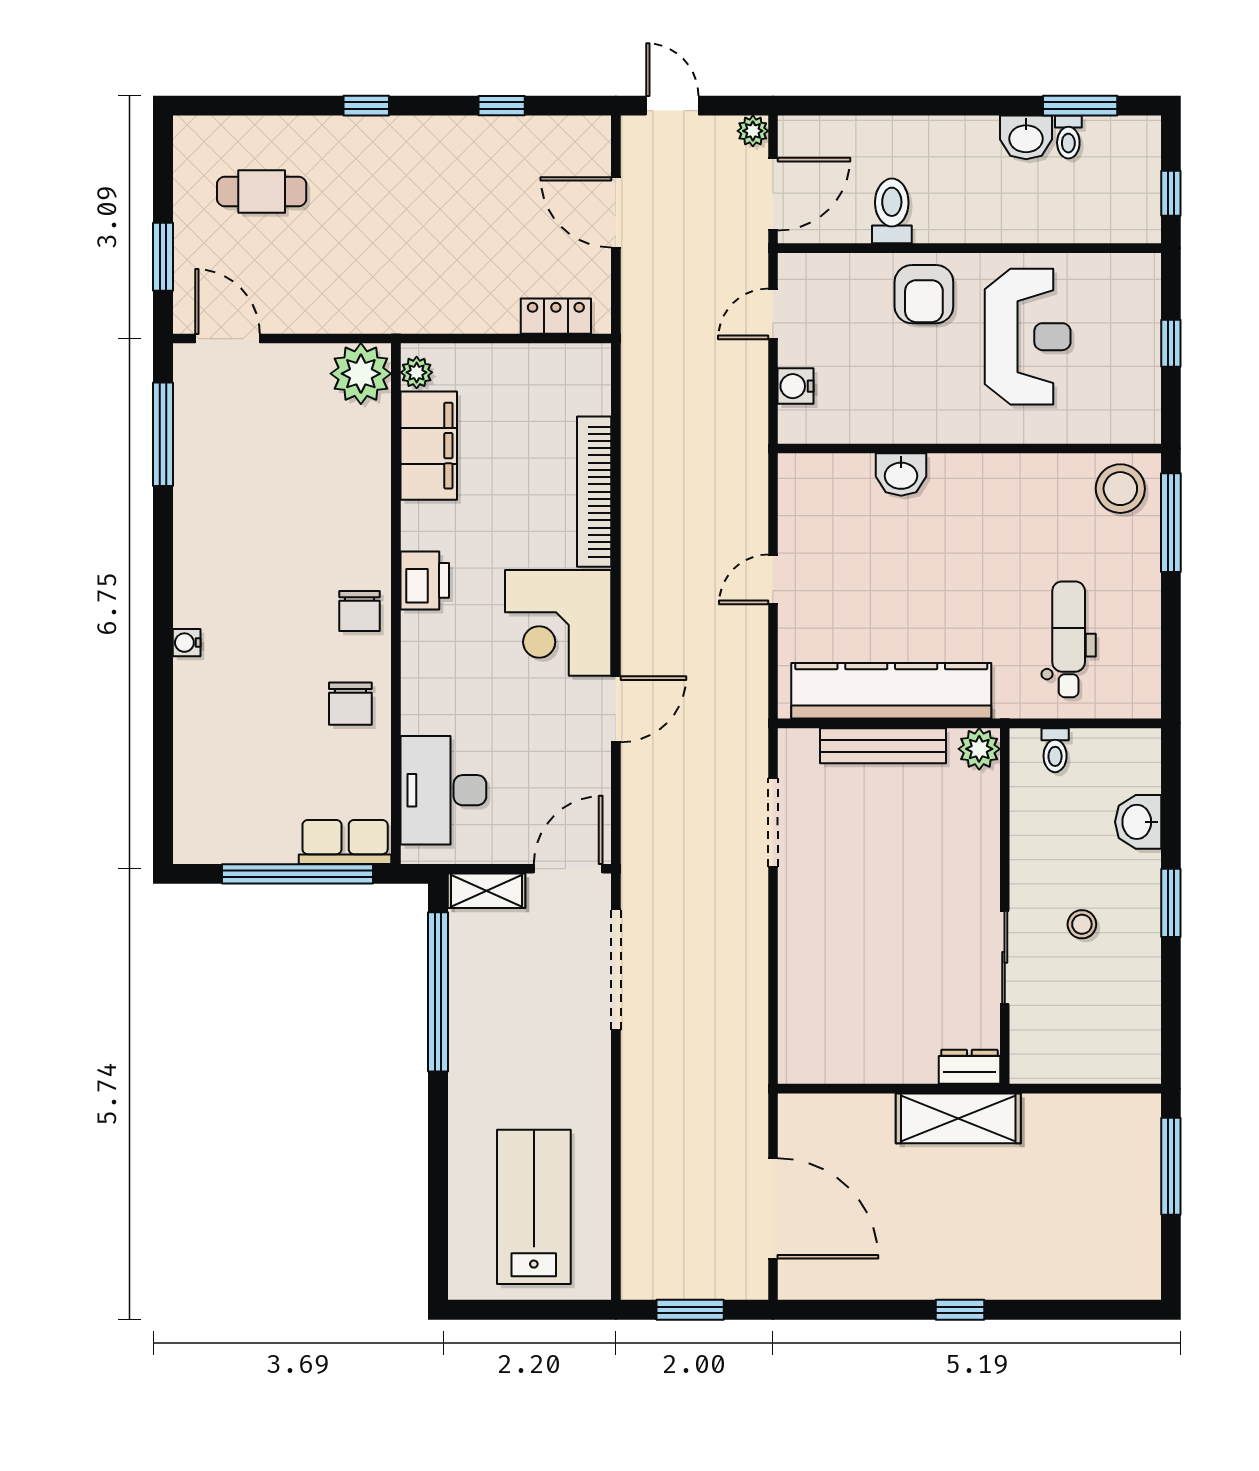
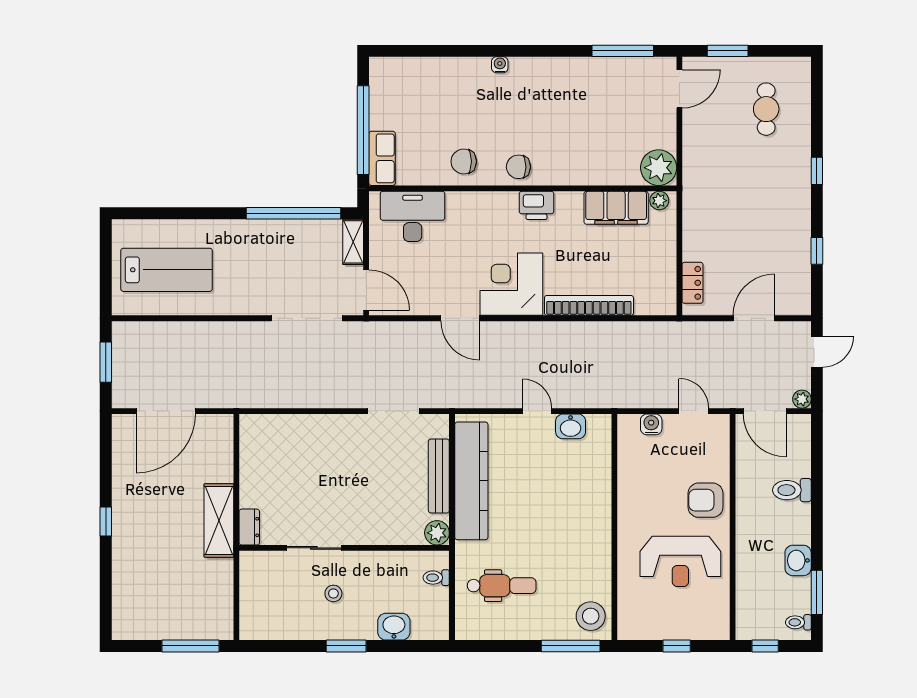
toilet: (1068, 137) -> (798, 622), moved
toilet: (892, 211) -> (792, 490), moved, turned 180
washbasin: (901, 475) -> (571, 426), moved, turned -90

